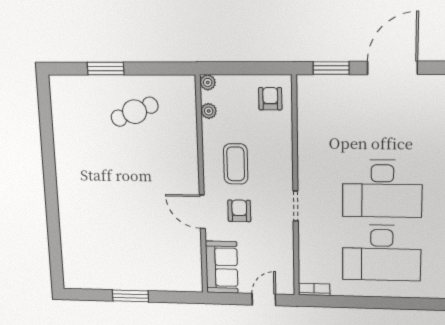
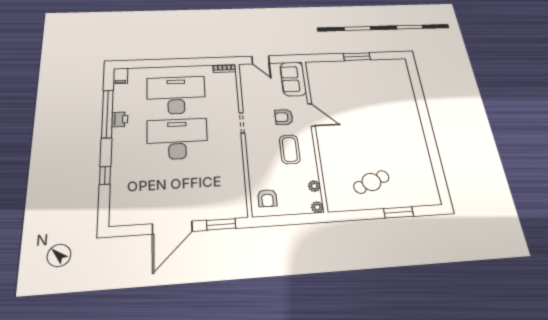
armchair: (239, 211) -> (284, 117), turned 90
door: (264, 300) -> (261, 60), hinge flipped

